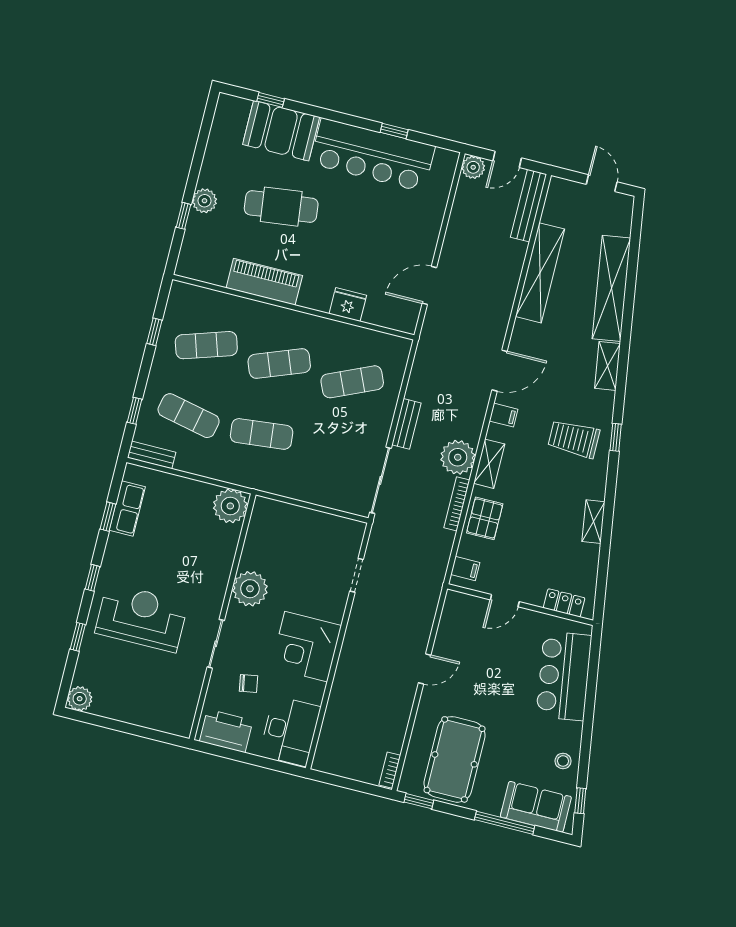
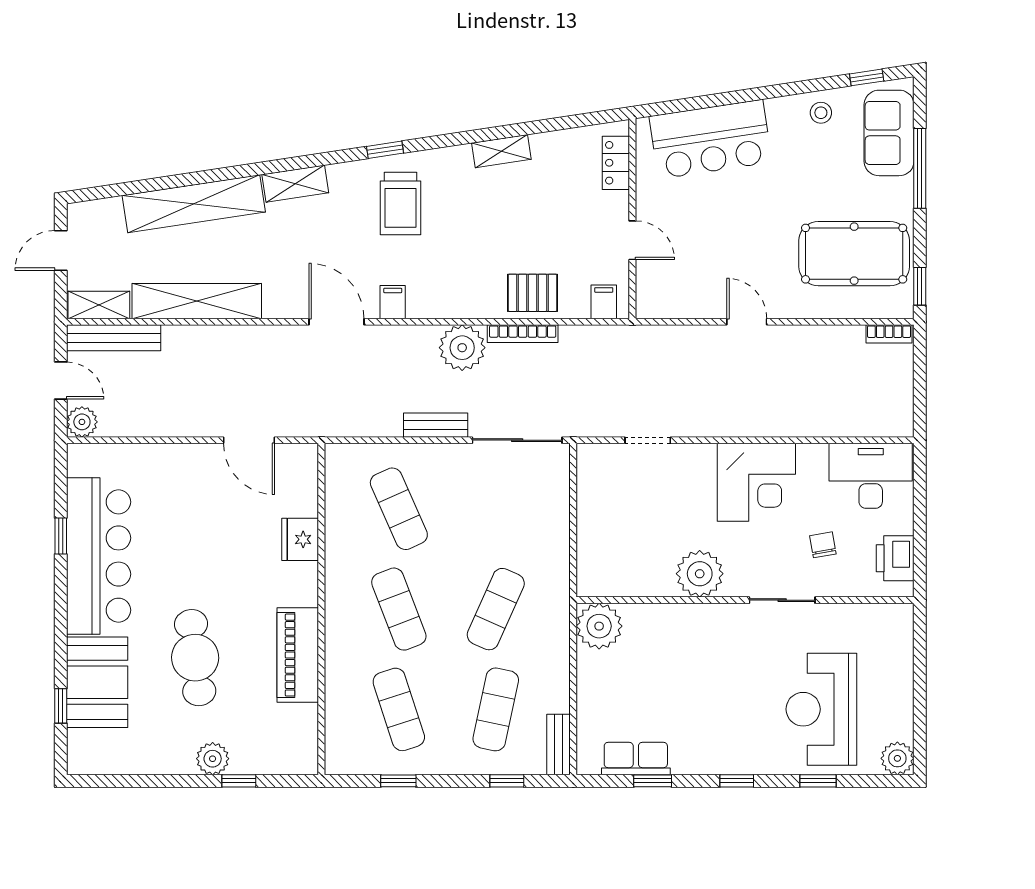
exercise mat: (262, 434) -> (496, 609), turned 30
shelving: (489, 464) -> (99, 305), moved
reception desk: (142, 618) -> (821, 709), moved
printer: (226, 731) -> (895, 558), width x0.73, depth x0.84

